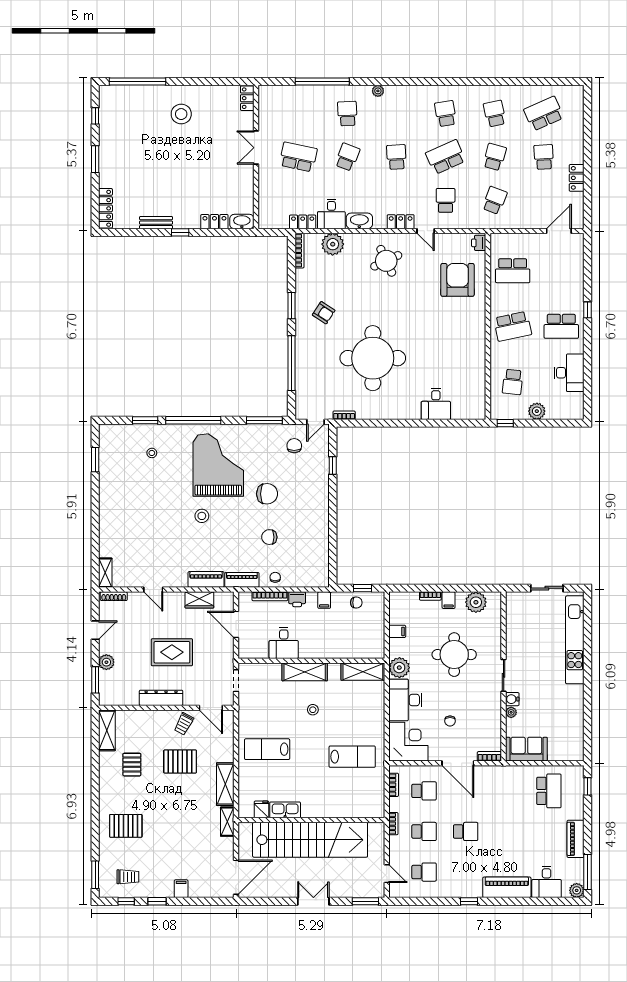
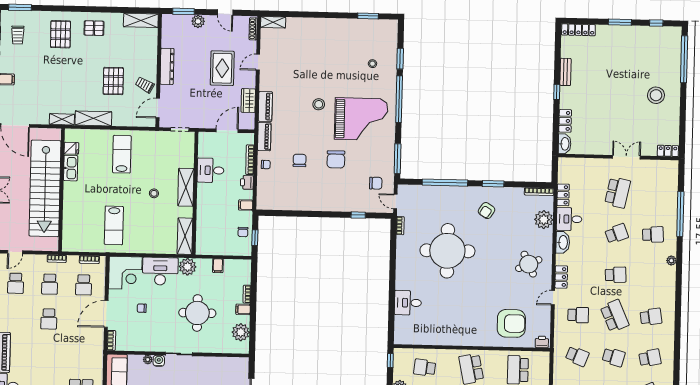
school desk: (347, 157) -> (617, 234), turned -42
rug: (172, 652) -> (222, 68), moved
pallet: (132, 765) -> (94, 28), moved

